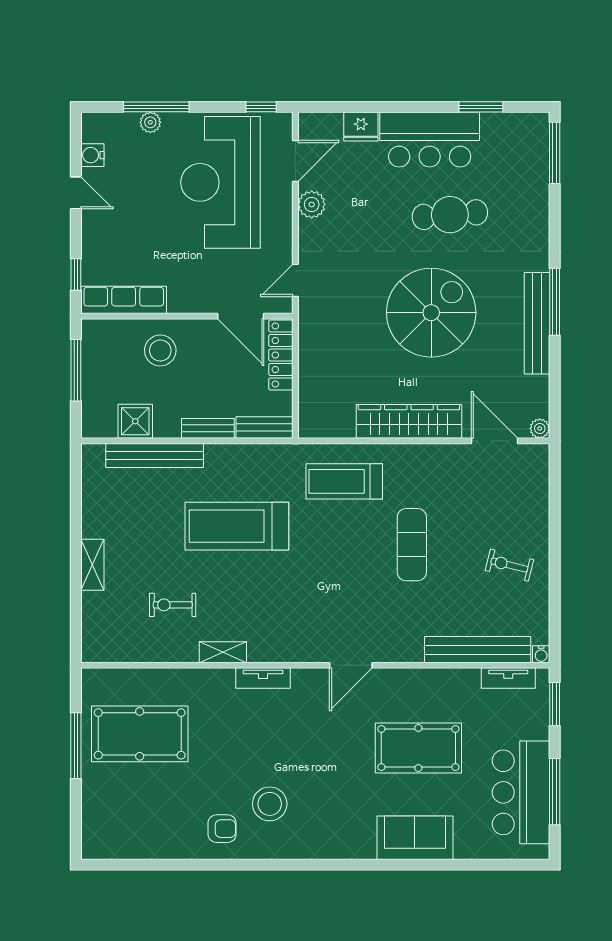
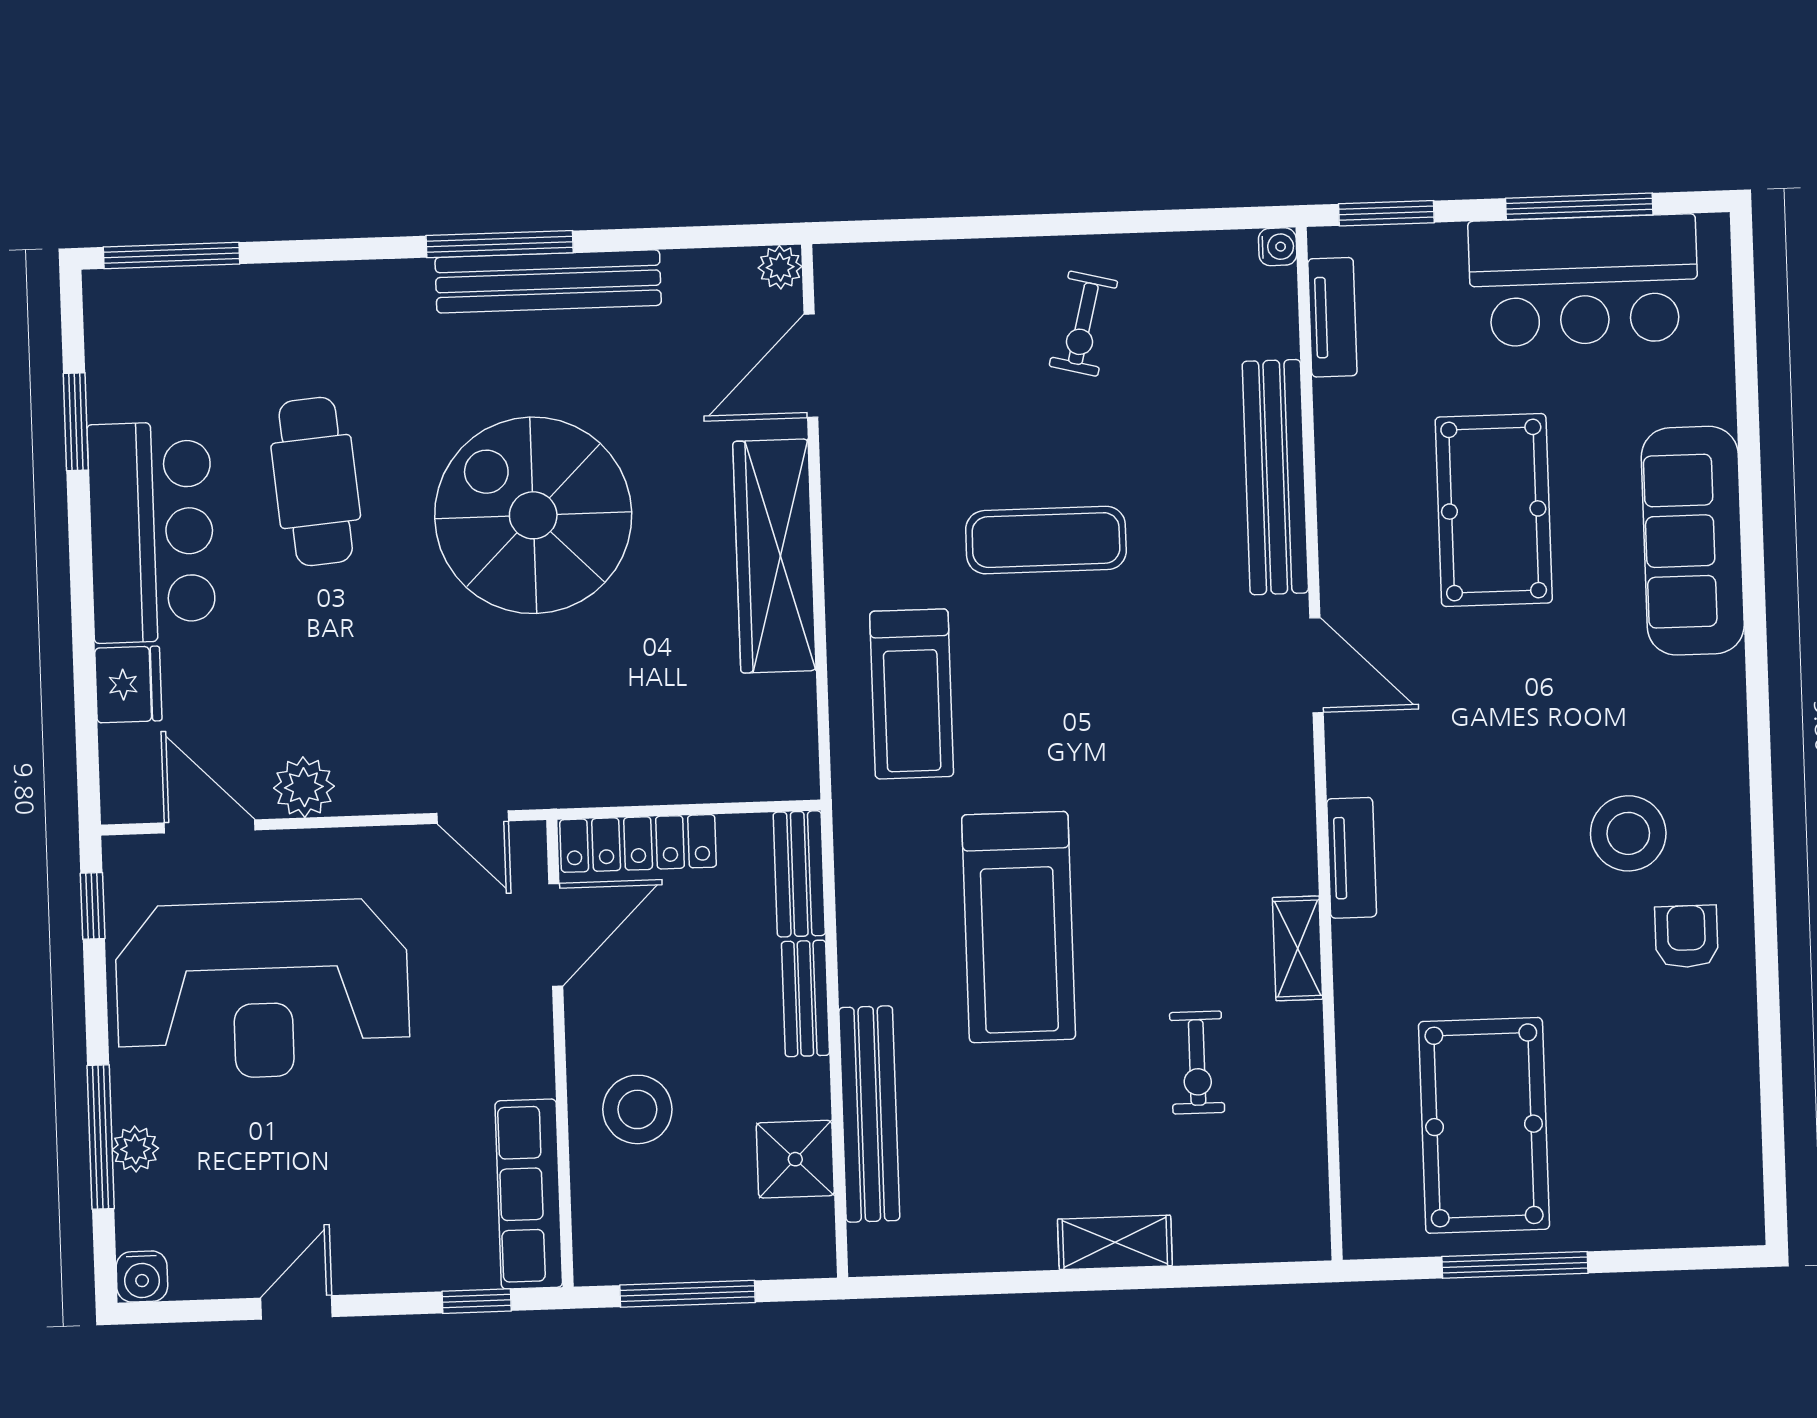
water cooler: (92, 155) -> (142, 1276), moved
bench: (478, 650) -> (1275, 477), moved
sofa: (415, 838) -> (1693, 541), width x1.36

